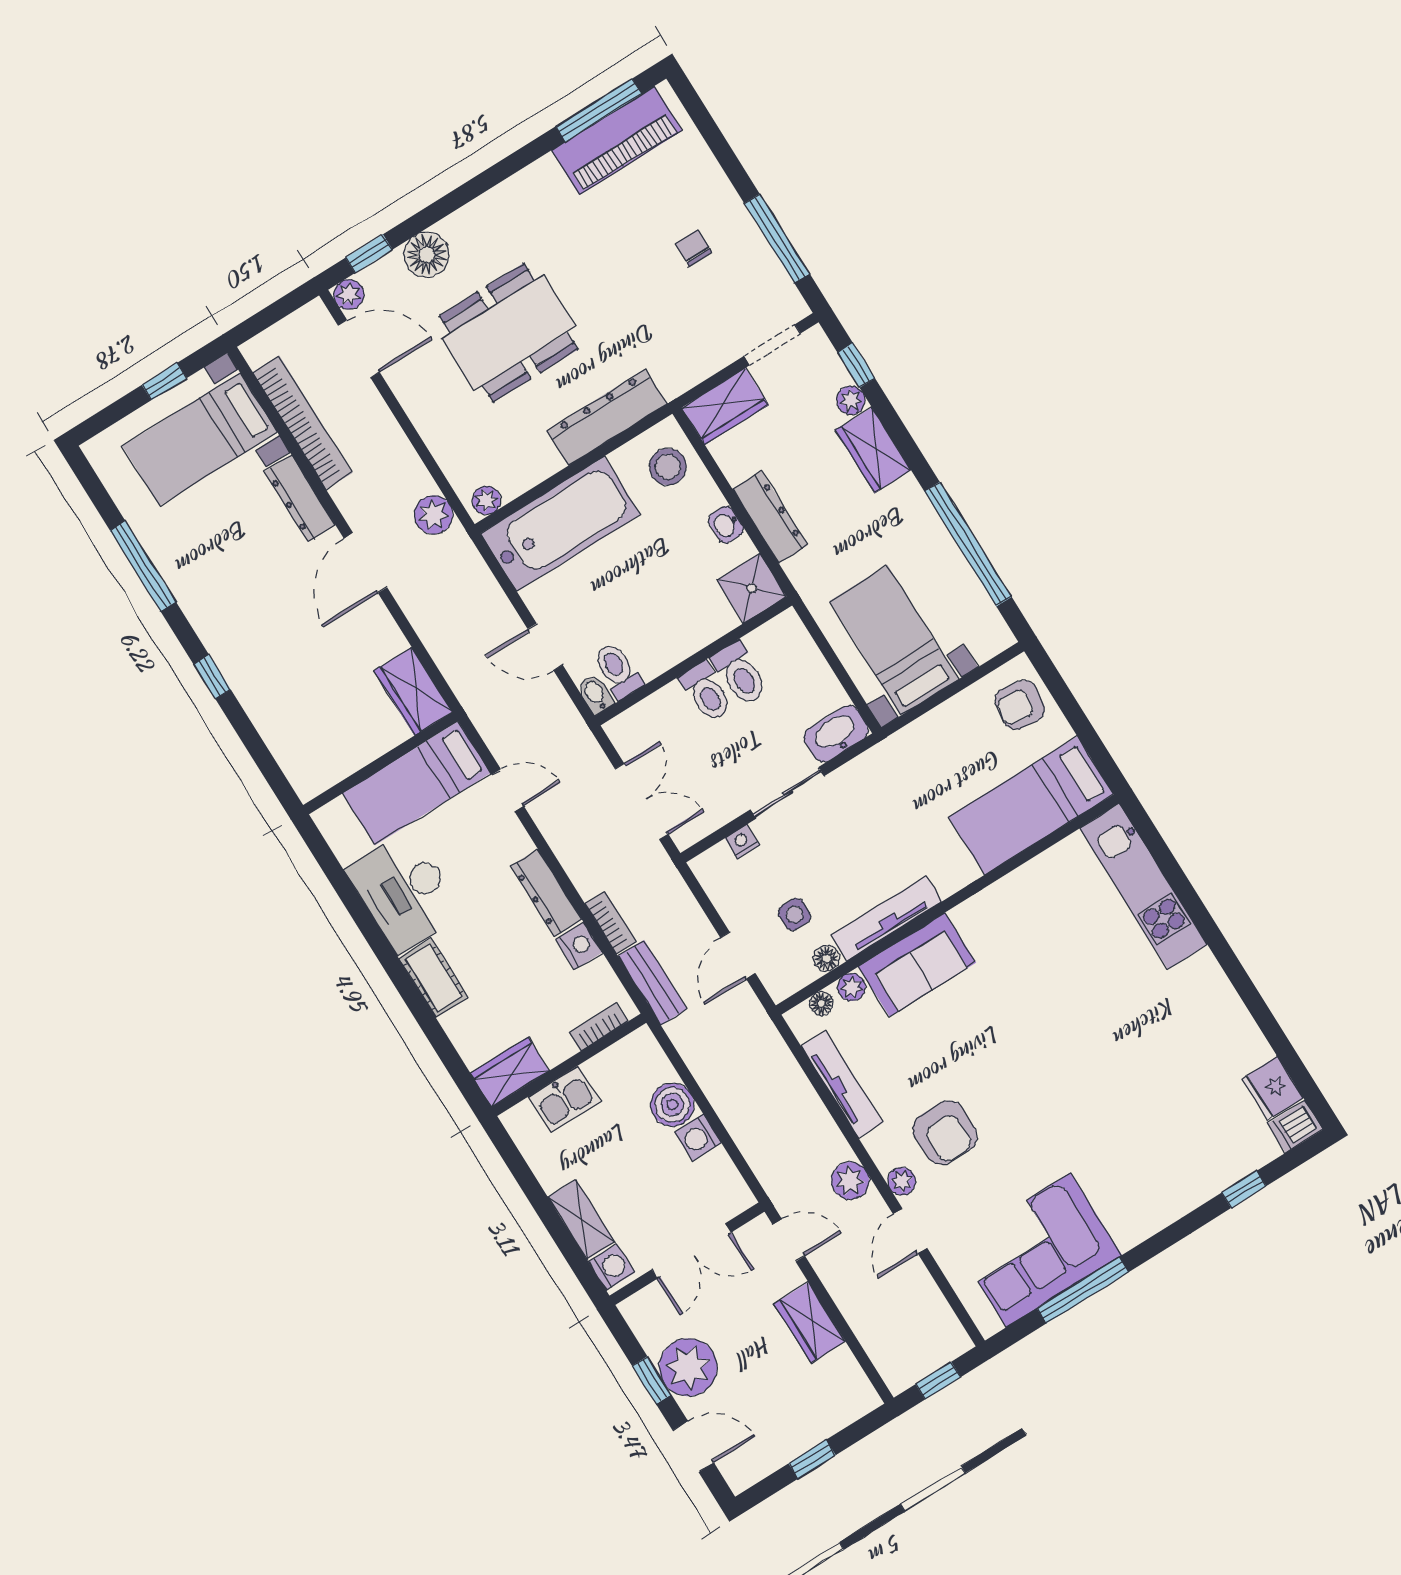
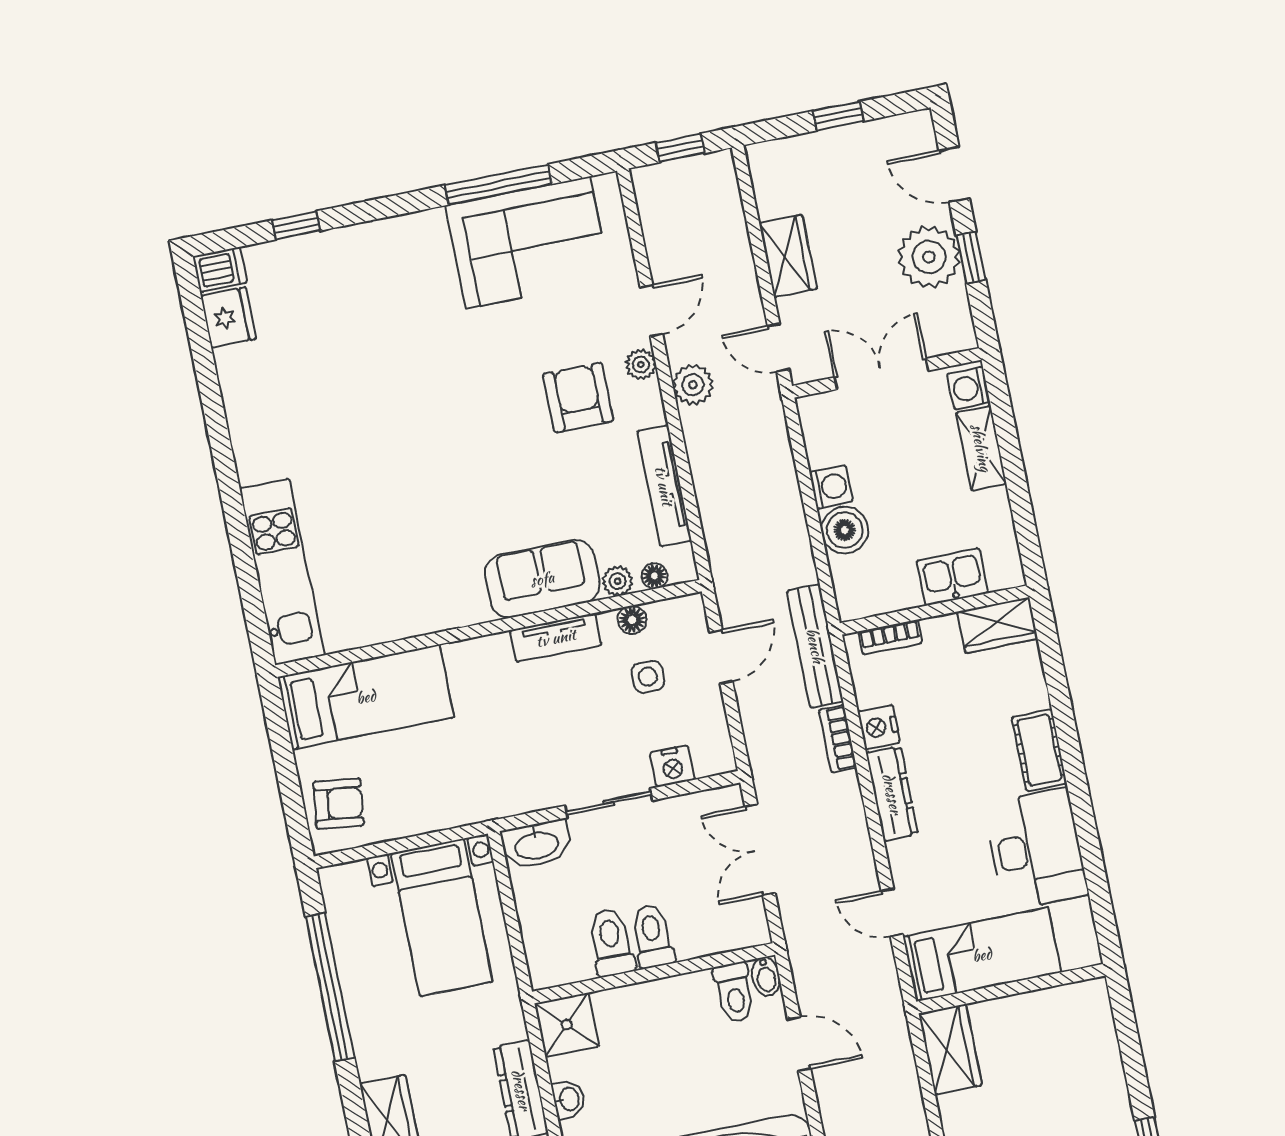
nightstand: (742, 842) -> (672, 766), width x1.39, depth x1.35
tv unit: (887, 918) -> (556, 638), width x0.71
bench: (652, 983) -> (815, 646), width x1.36

